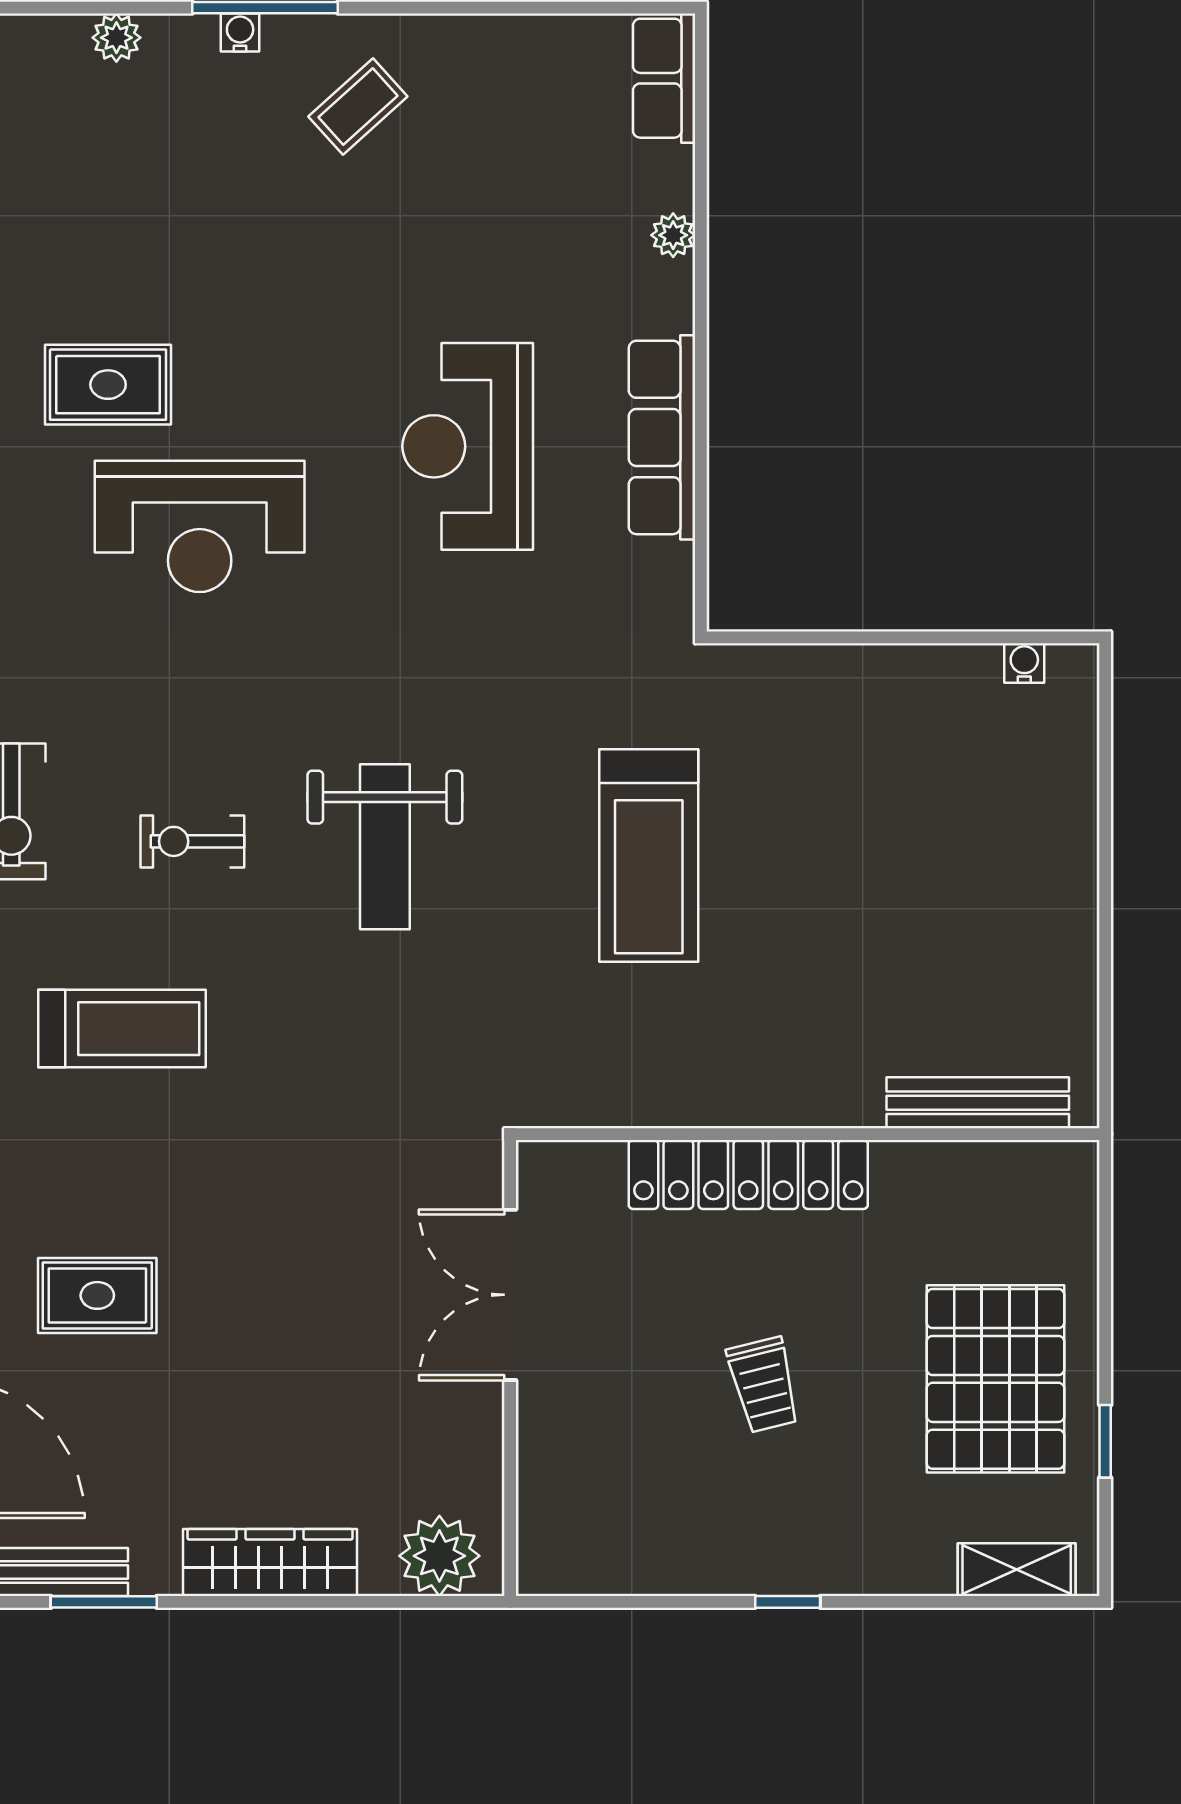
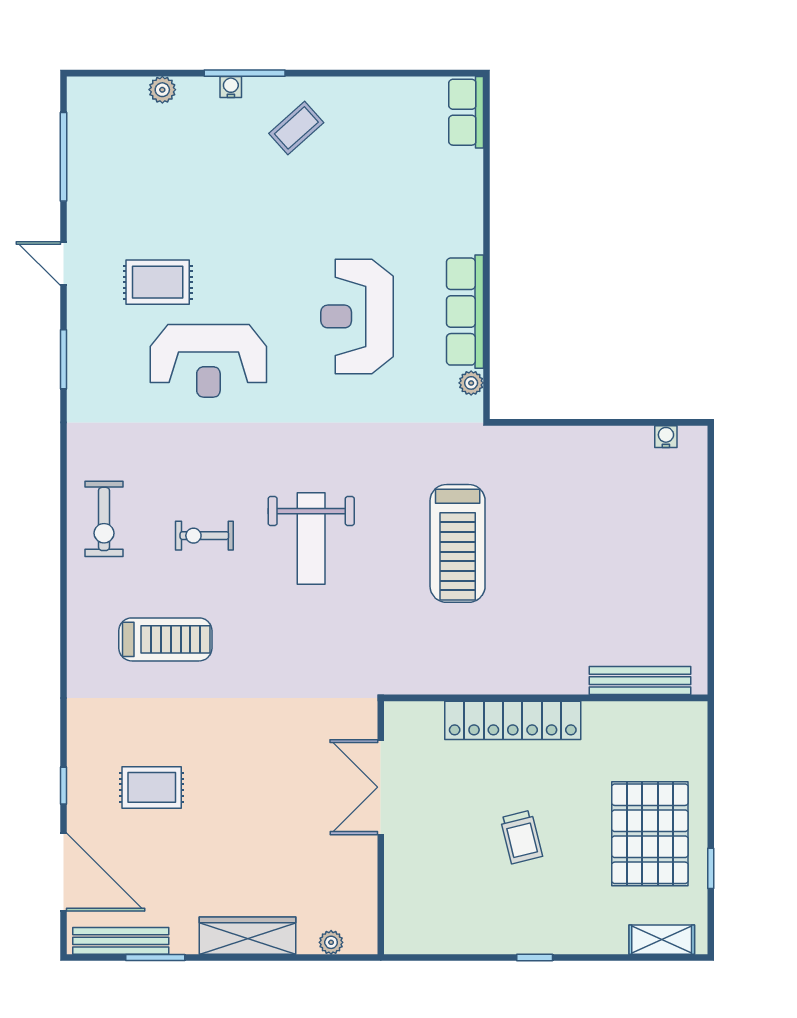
plant: (673, 235) -> (471, 383), moved
plant: (439, 1556) -> (331, 942), width x0.53, depth x0.53

